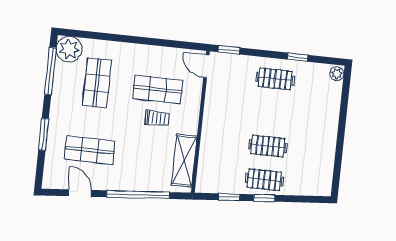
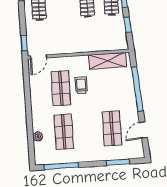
plant: (69, 49) -> (38, 137), moved, width x0.53, depth x0.53
shop shelf: (97, 83) -> (64, 132), turned 90
window: (44, 134) -> (118, 162), moved

